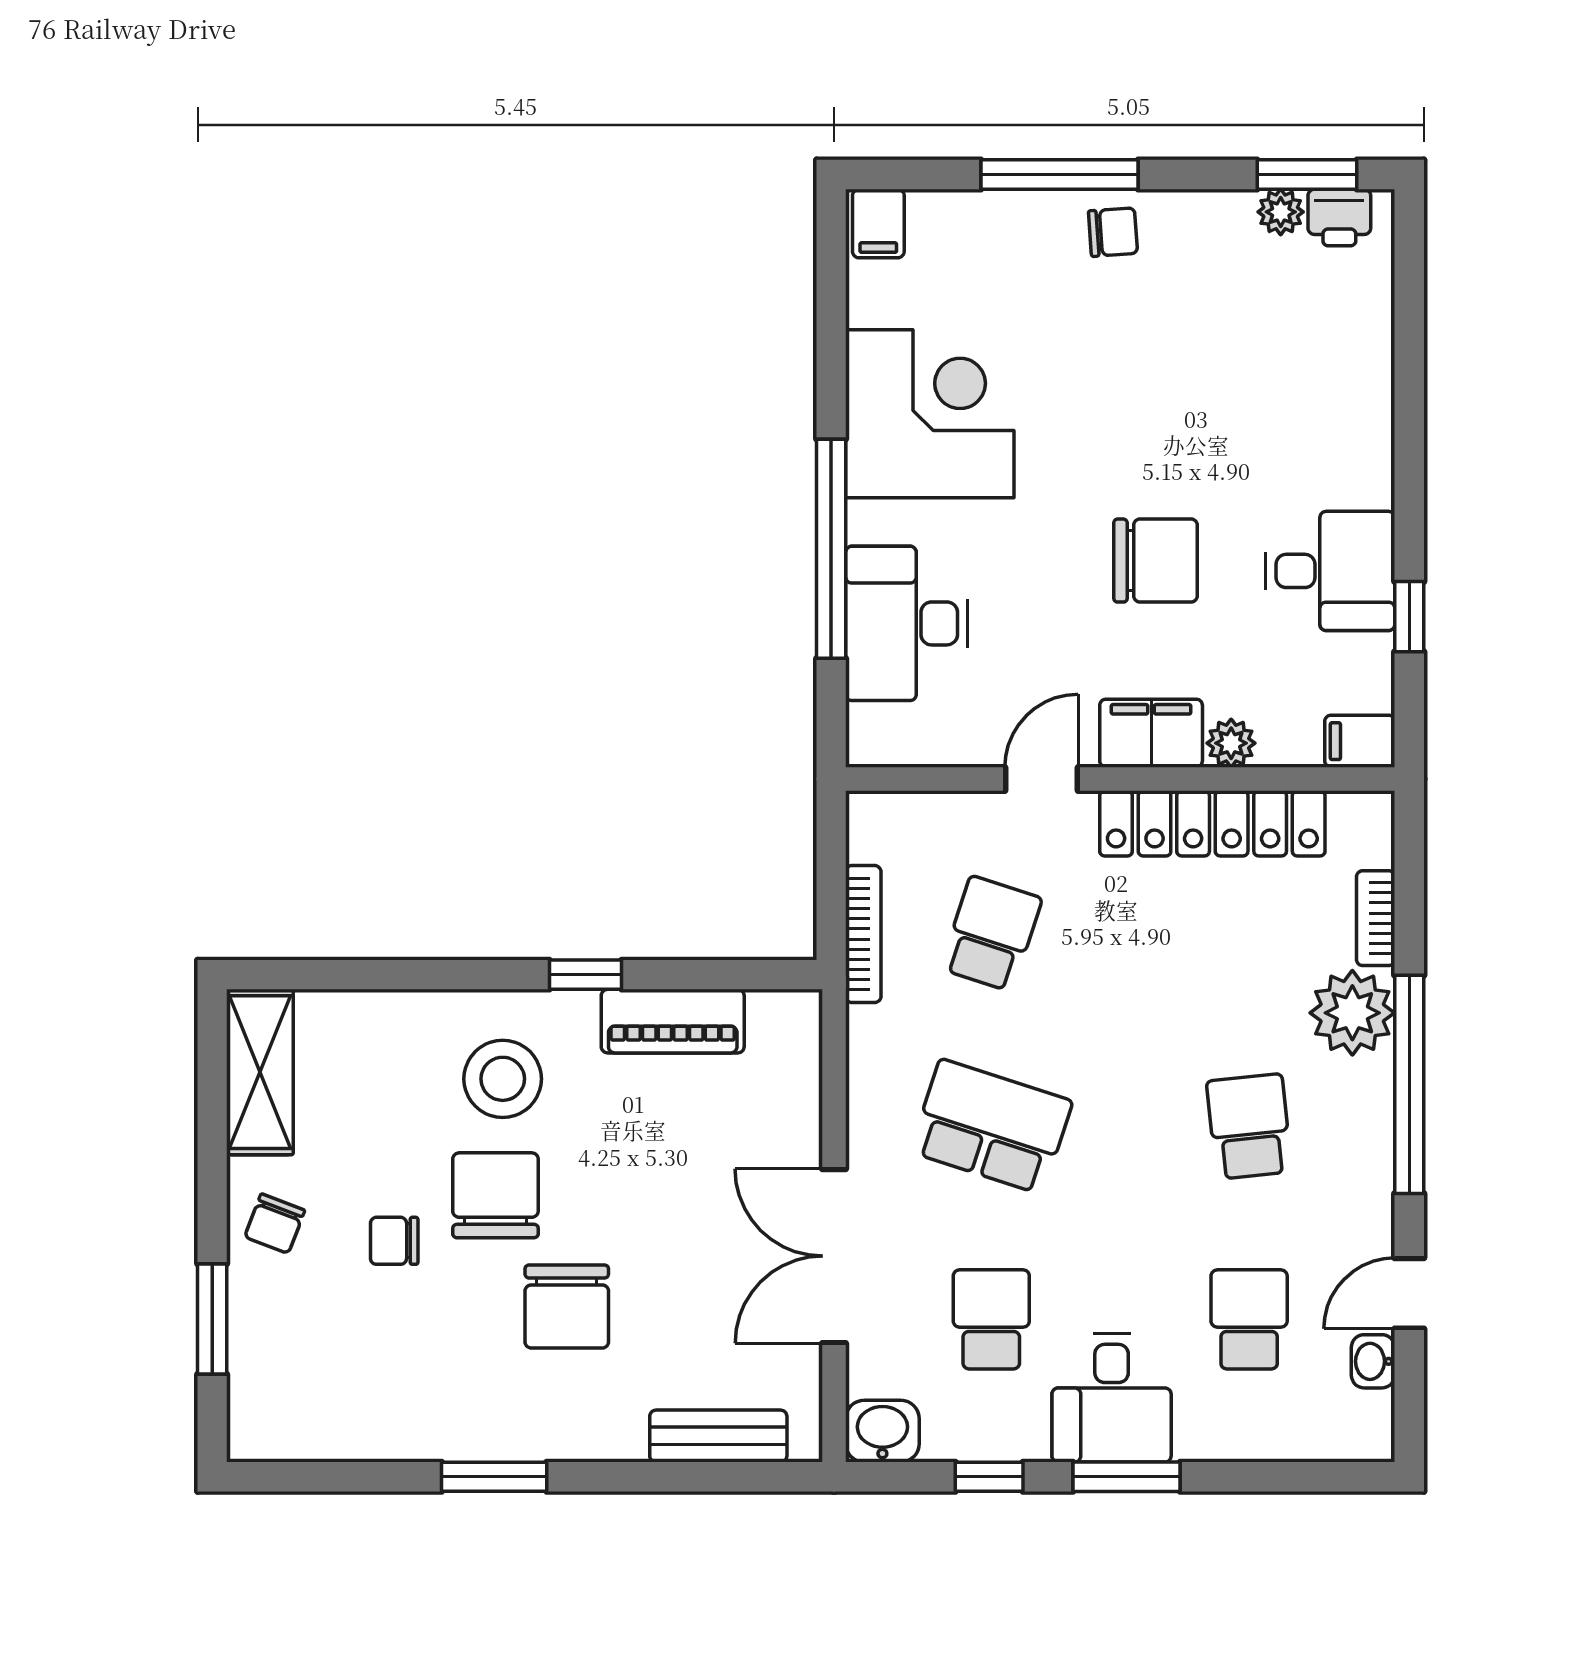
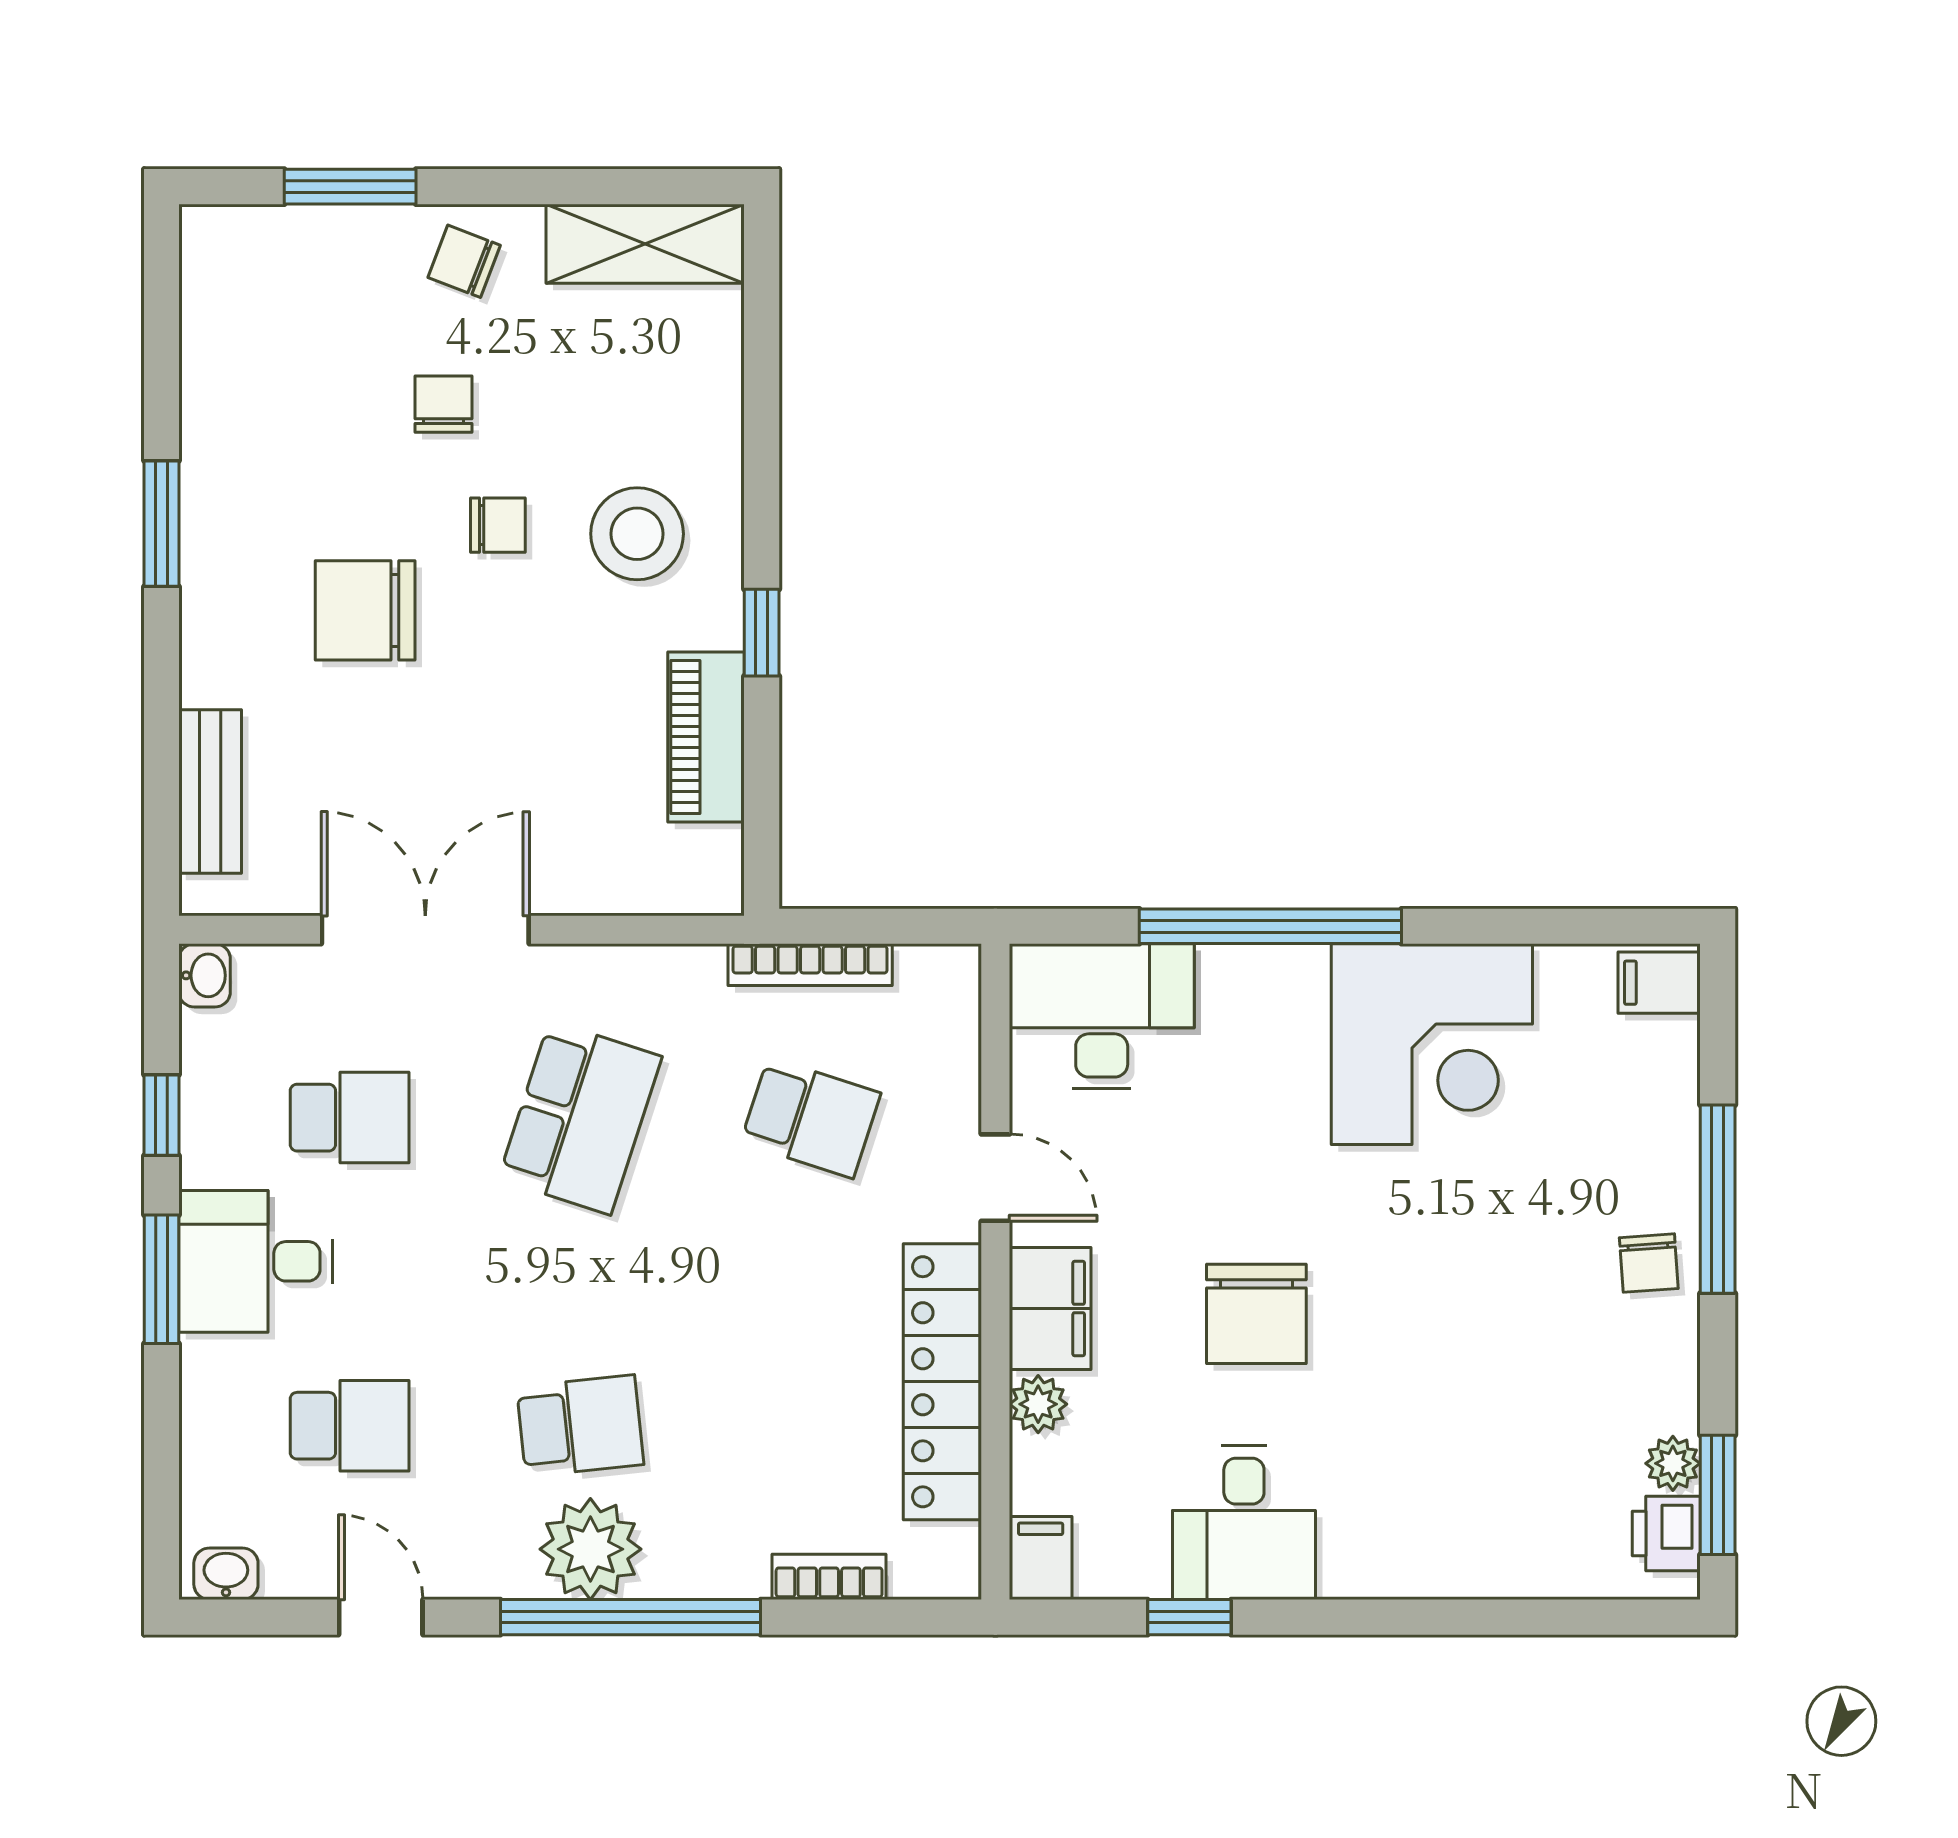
desk: (906, 623) -> (1102, 1016), moved
plant: (1352, 1013) -> (590, 1549), moved
chair: (495, 1195) -> (498, 525), width x0.54, depth x0.54
washbasin: (1373, 1361) -> (226, 1574), moved
washbasin: (882, 1431) -> (205, 975), width x0.72, depth x0.69

